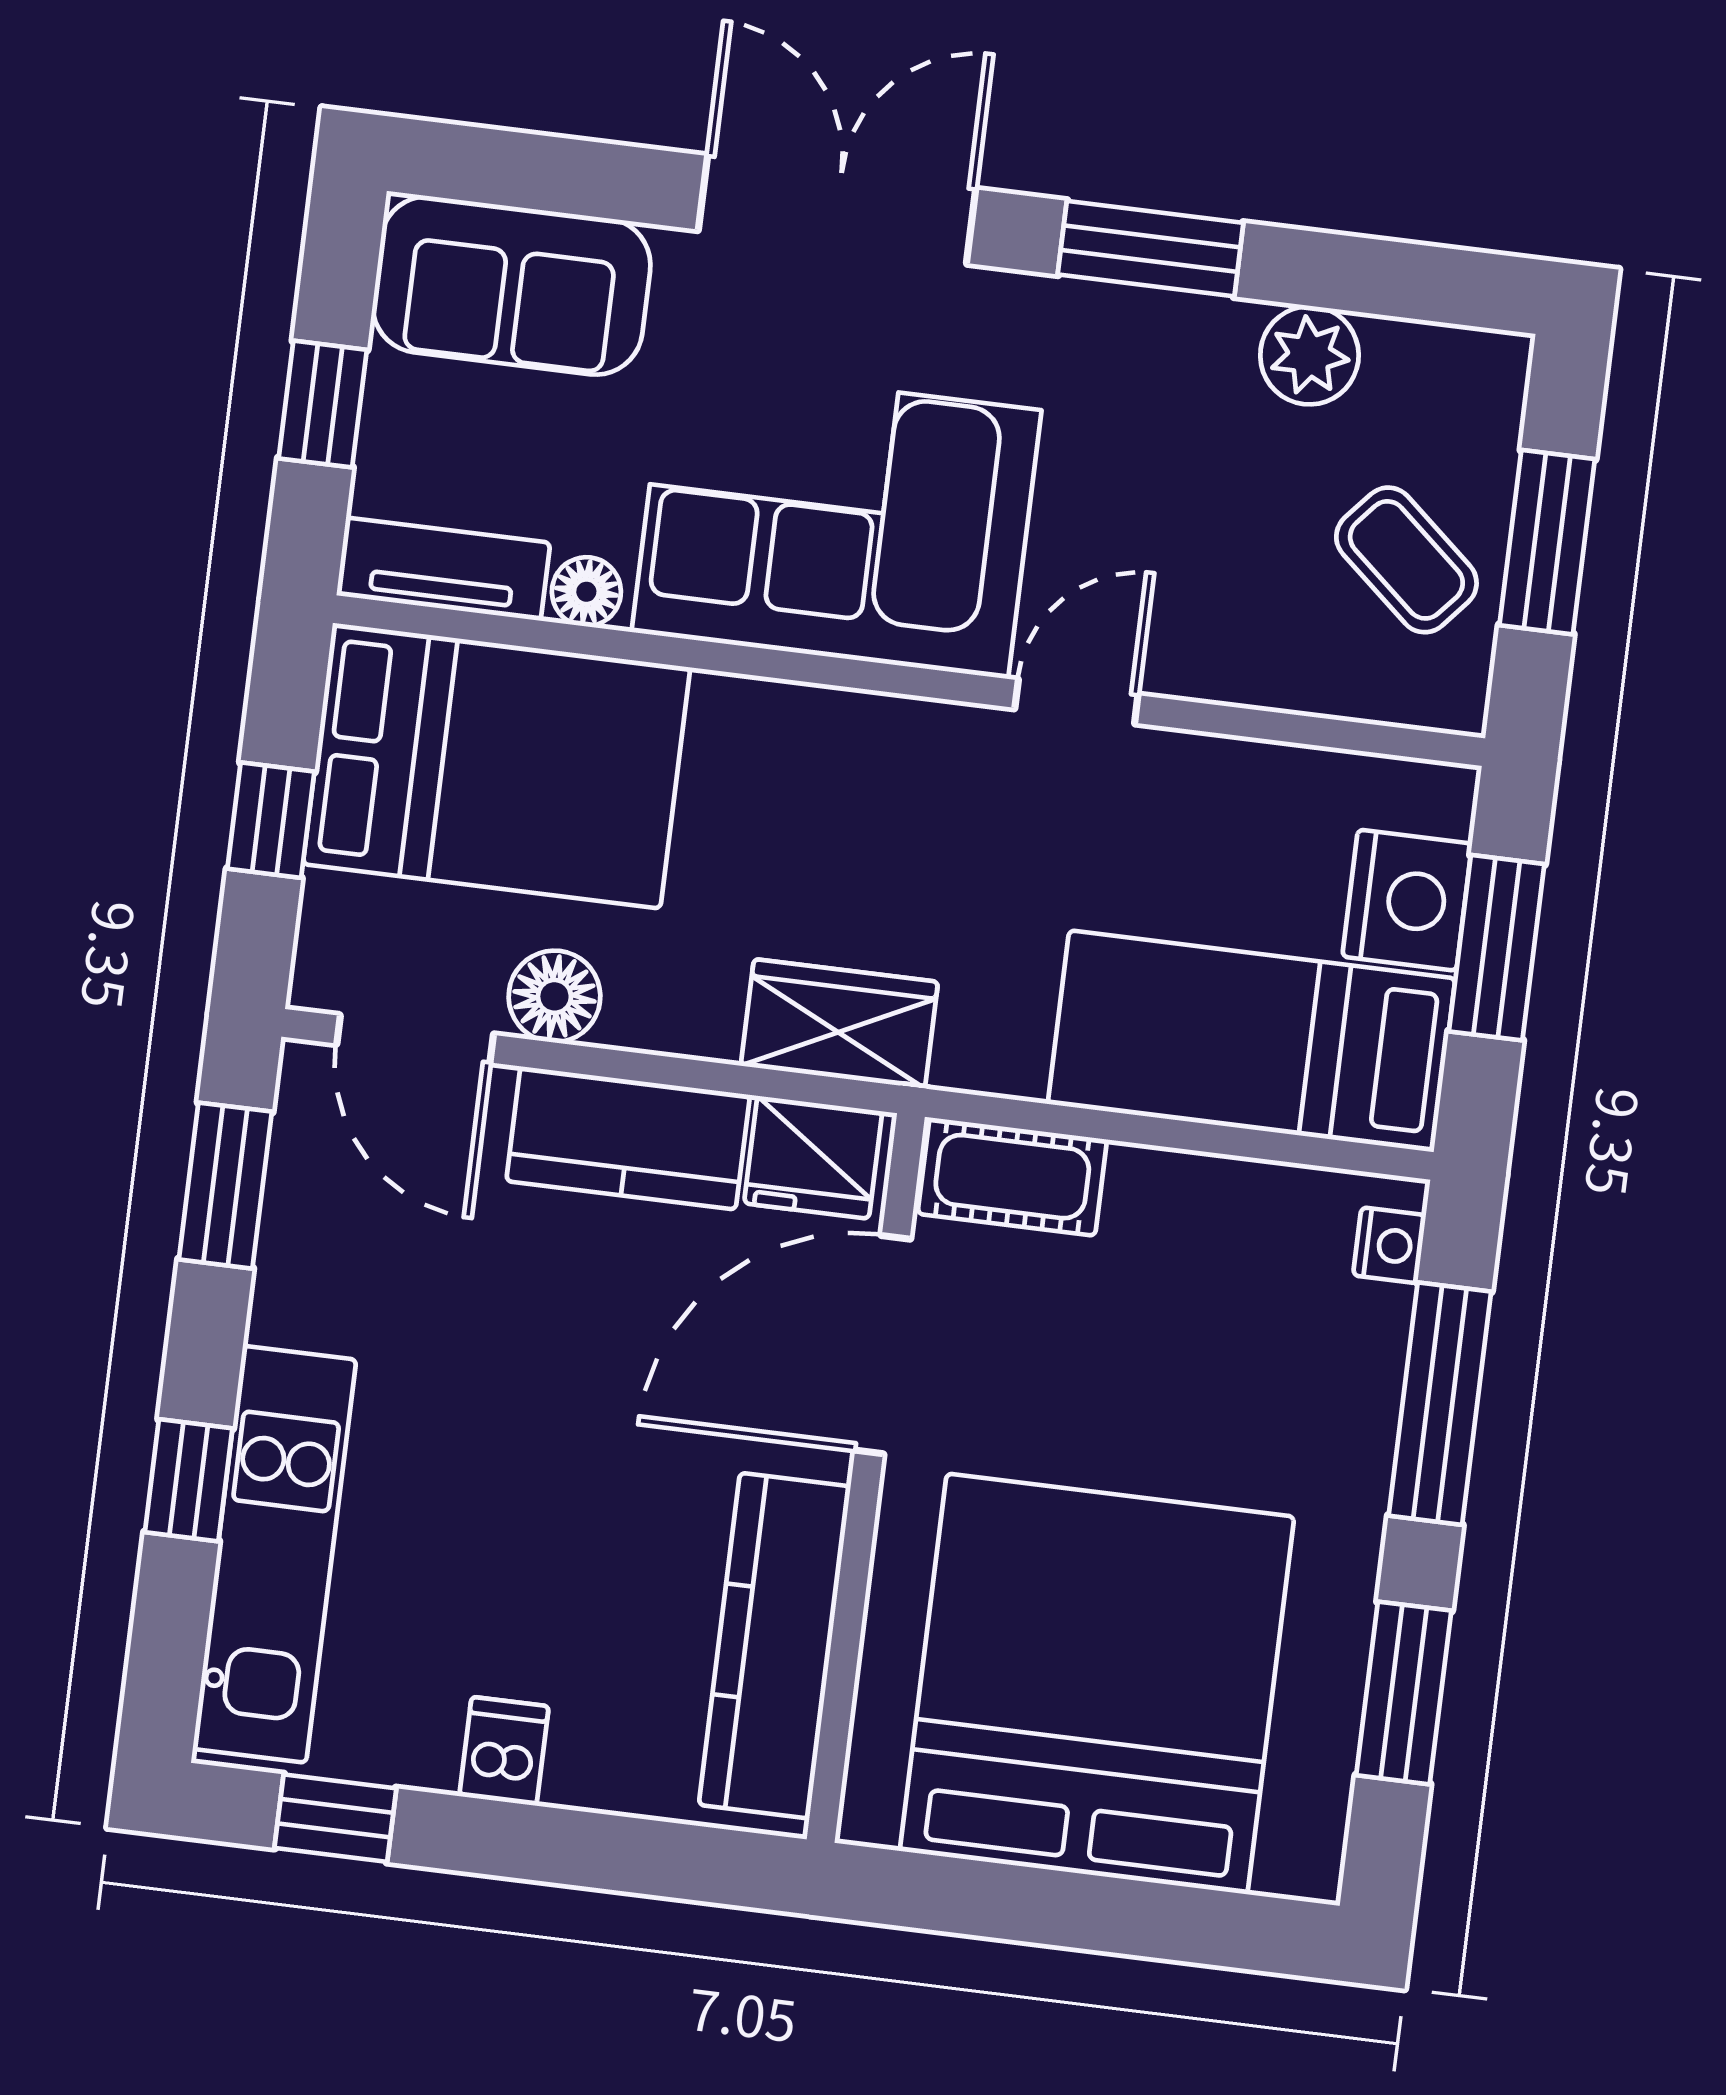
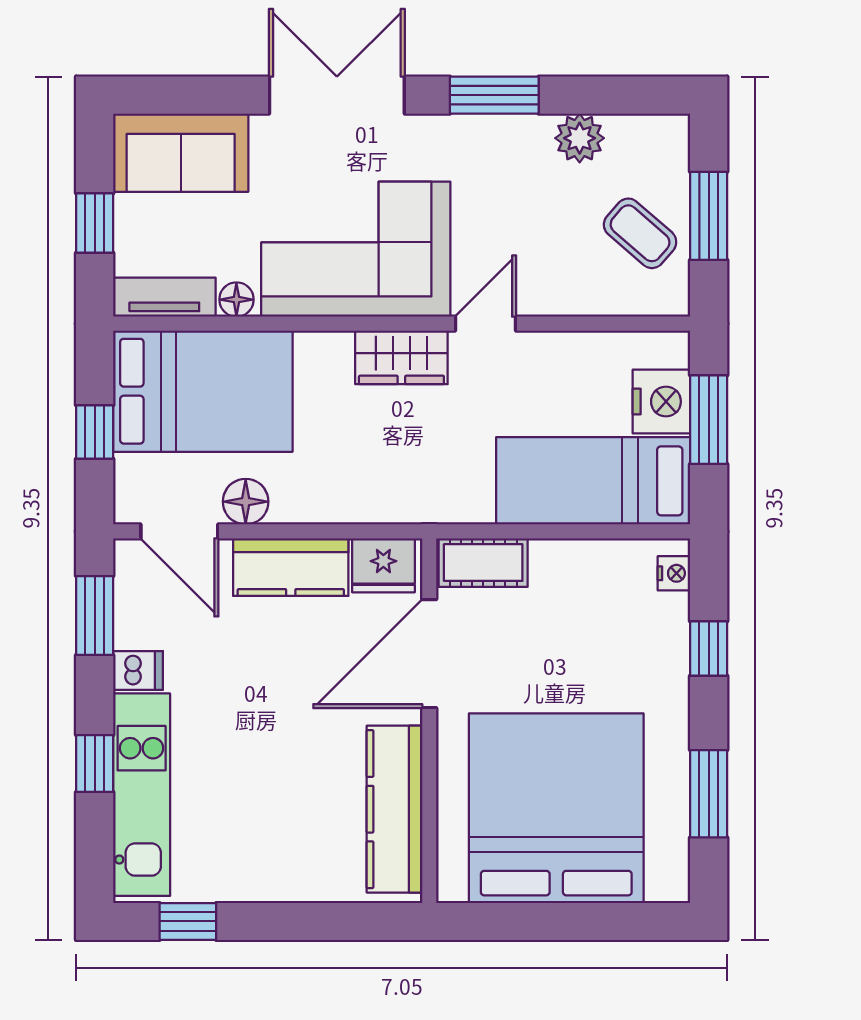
wardrobe: (839, 1024) -> (401, 357), moved, turned 180
window: (1440, 1404) -> (709, 648), width x0.46
dishwasher: (504, 1751) -> (138, 670), moved, turned 90

